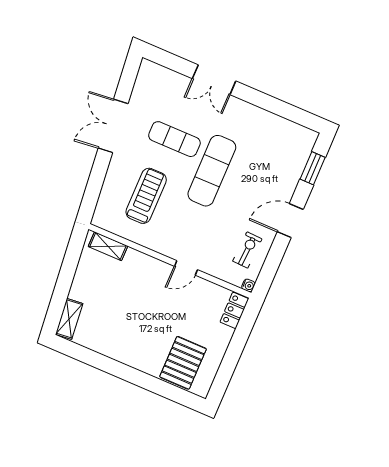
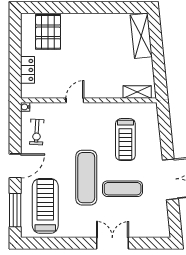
treadmill: (275, 158) -> (45, 206), added
window: (313, 168) -> (15, 210), width x1.44
locker: (234, 310) -> (28, 70), moved
shelving: (69, 319) -> (141, 36), width x1.50, depth x1.33

